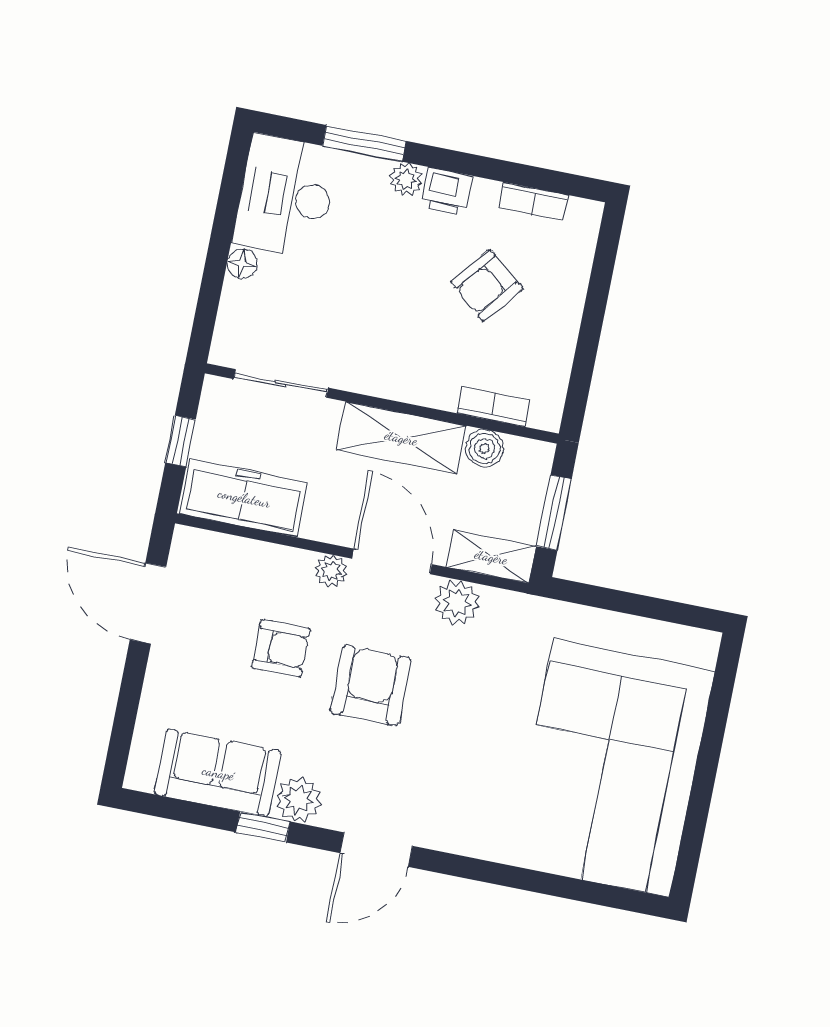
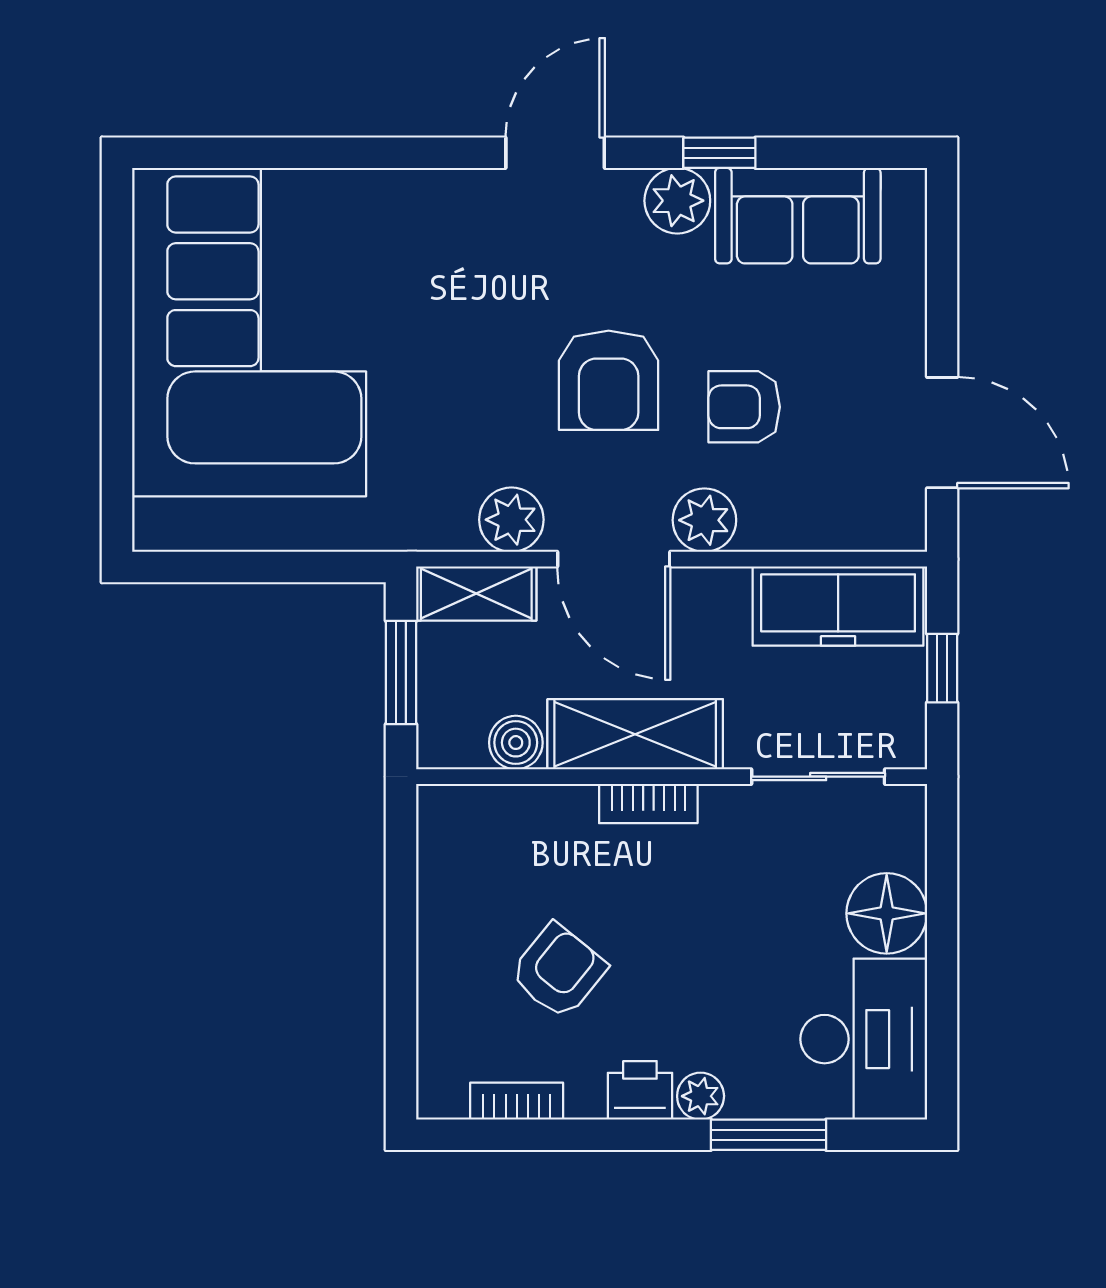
floor lamp: (242, 264) -> (887, 913), width x1.89, depth x1.89
bookcase: (493, 407) -> (648, 804), moved
plant: (331, 571) -> (704, 520), width x1.38, depth x1.38

